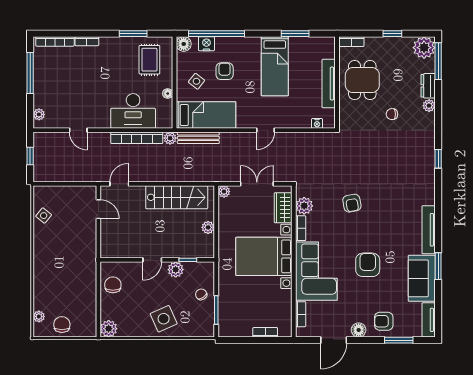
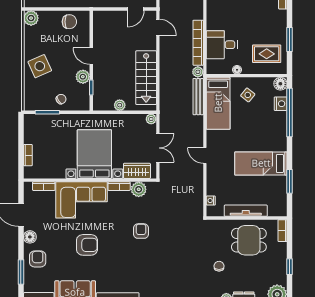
armchair: (225, 71) -> (257, 120), removed
desk: (133, 111) -> (222, 45), width x0.73
armchair: (352, 203) -> (141, 231), turned 100

